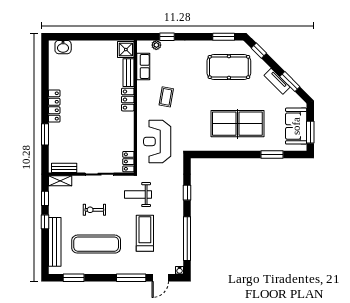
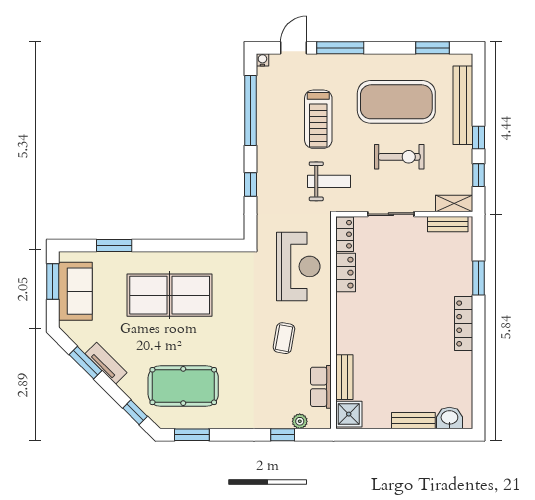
bench: (86, 45) -> (413, 421), added
locker: (128, 100) -> (346, 273), moved
exercise bike: (94, 210) -> (399, 157), width x1.38, depth x1.39
exercise mat: (96, 244) -> (396, 102), width x1.47

